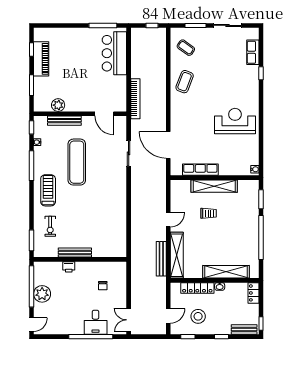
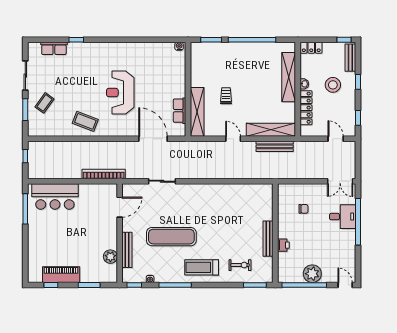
coffee table: (186, 48) -> (45, 103), moved
reception desk: (235, 121) -> (120, 93), moved
door: (168, 145) -> (153, 139), swing flipped
row of seats: (200, 170) -> (180, 111), width x0.68
shelving: (214, 186) -> (197, 112), moved
stool: (198, 316) -> (333, 85), moved

